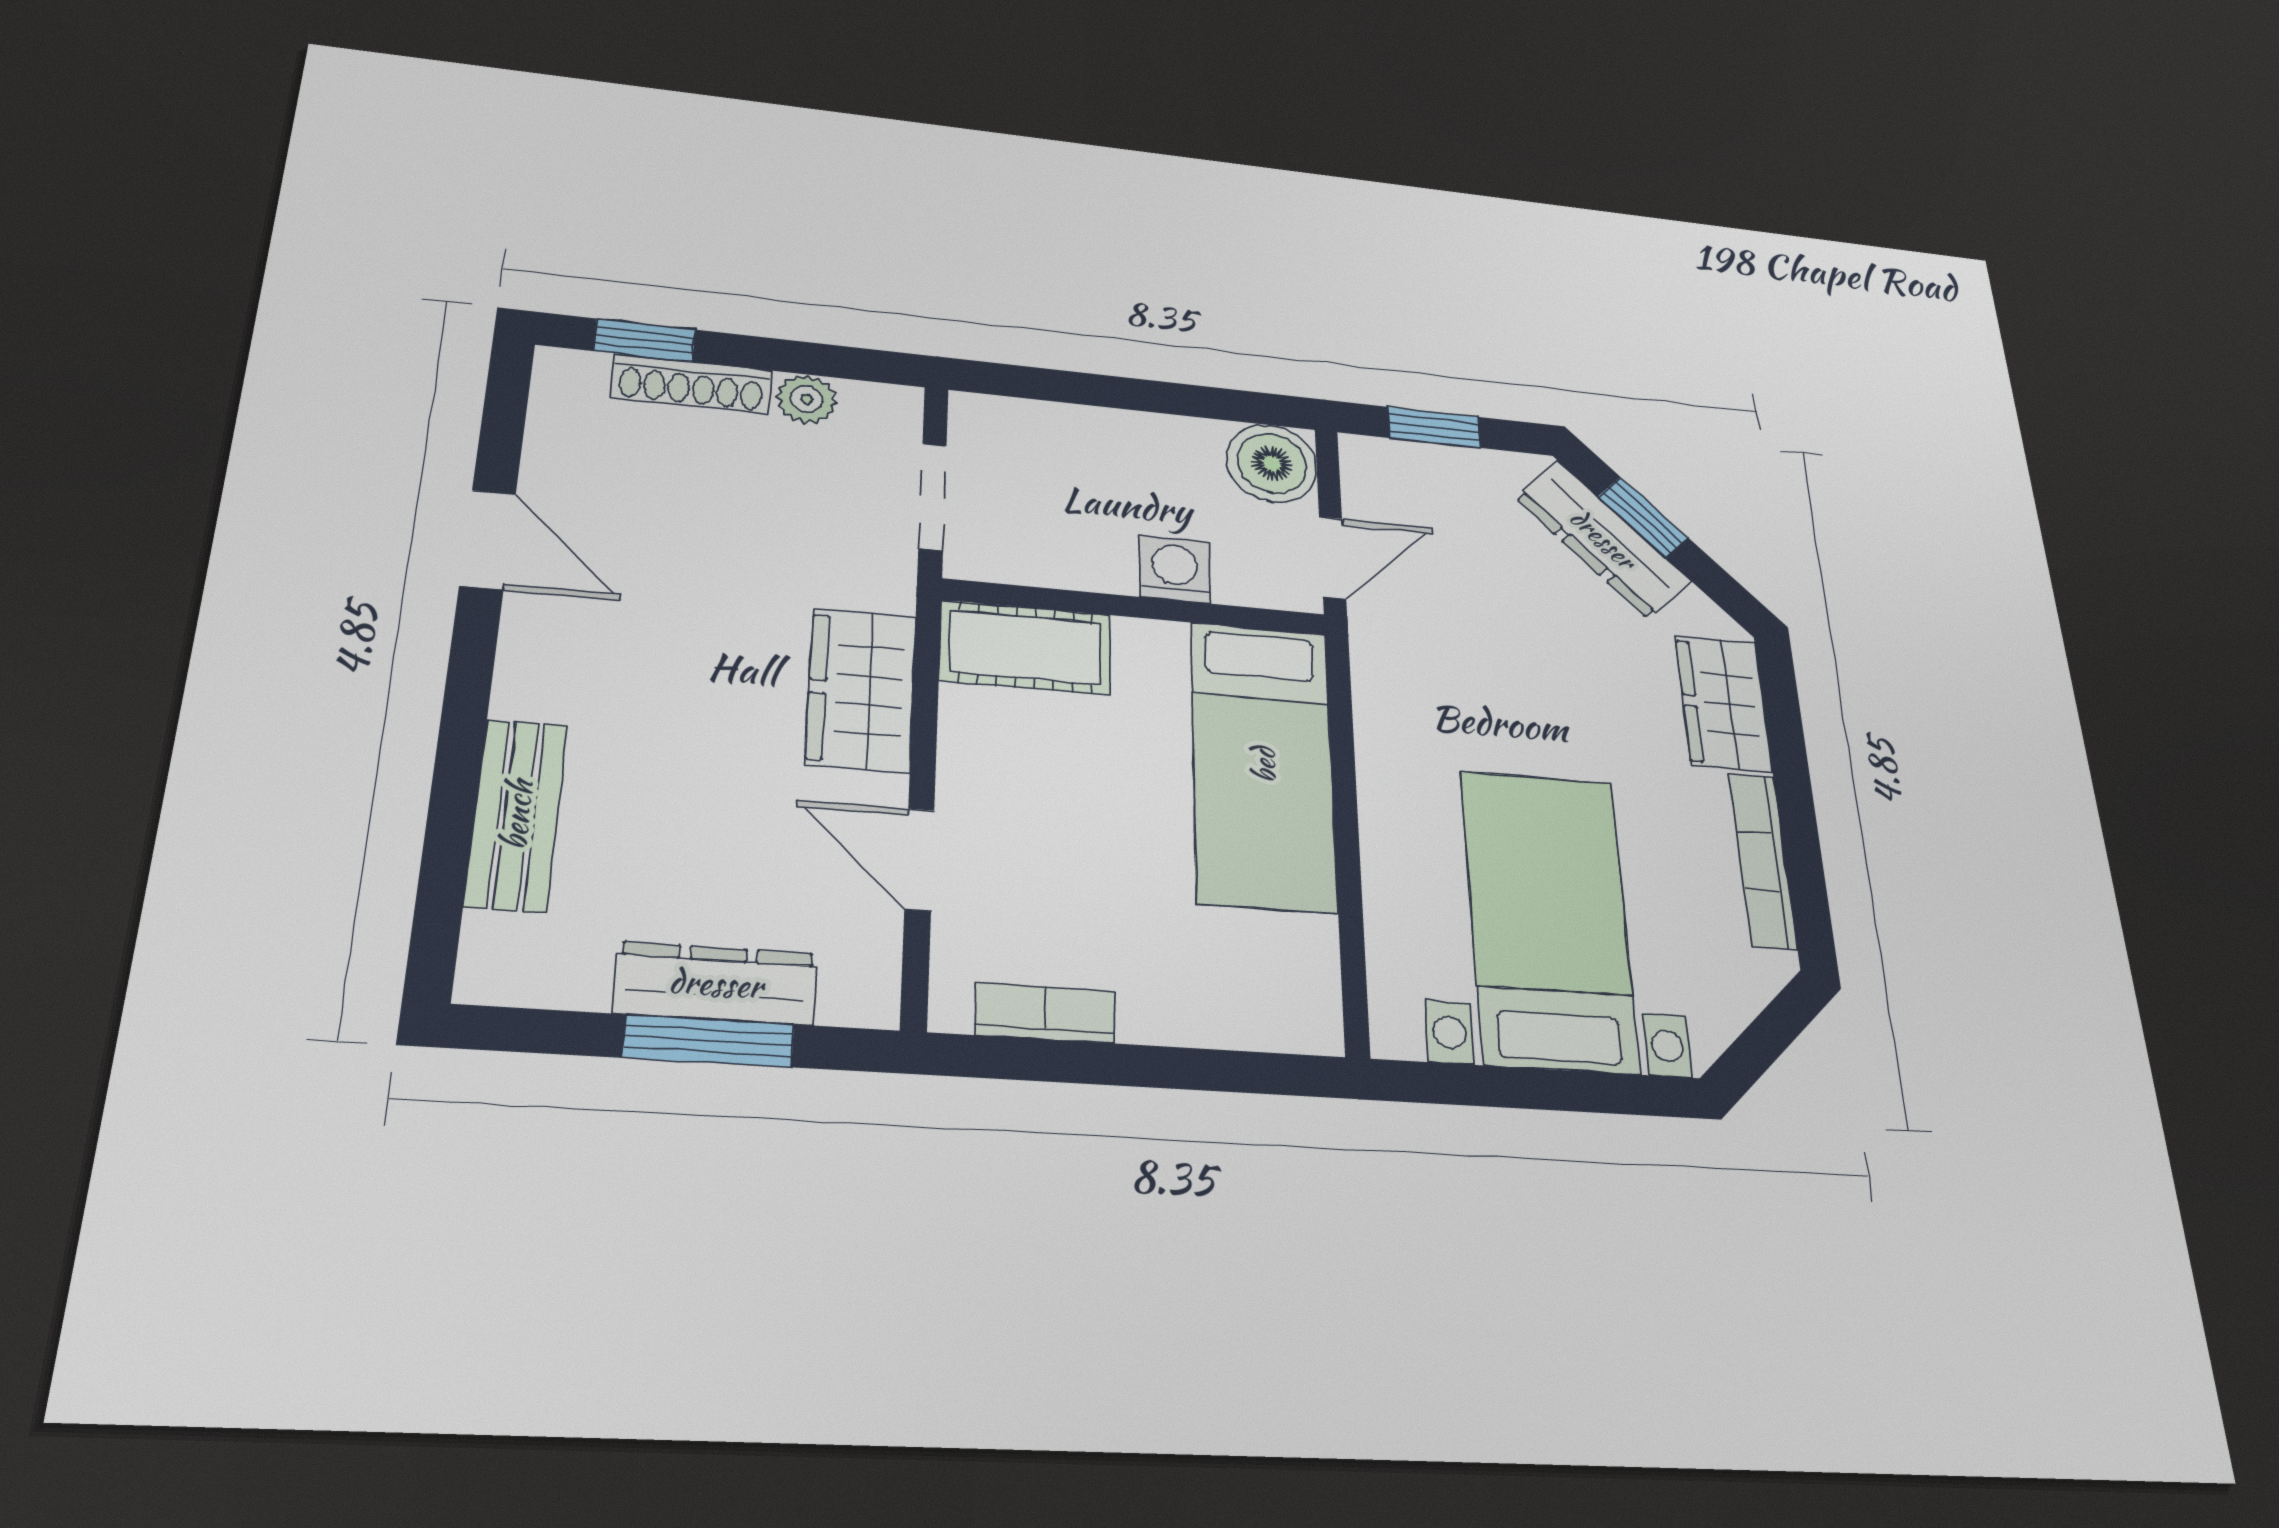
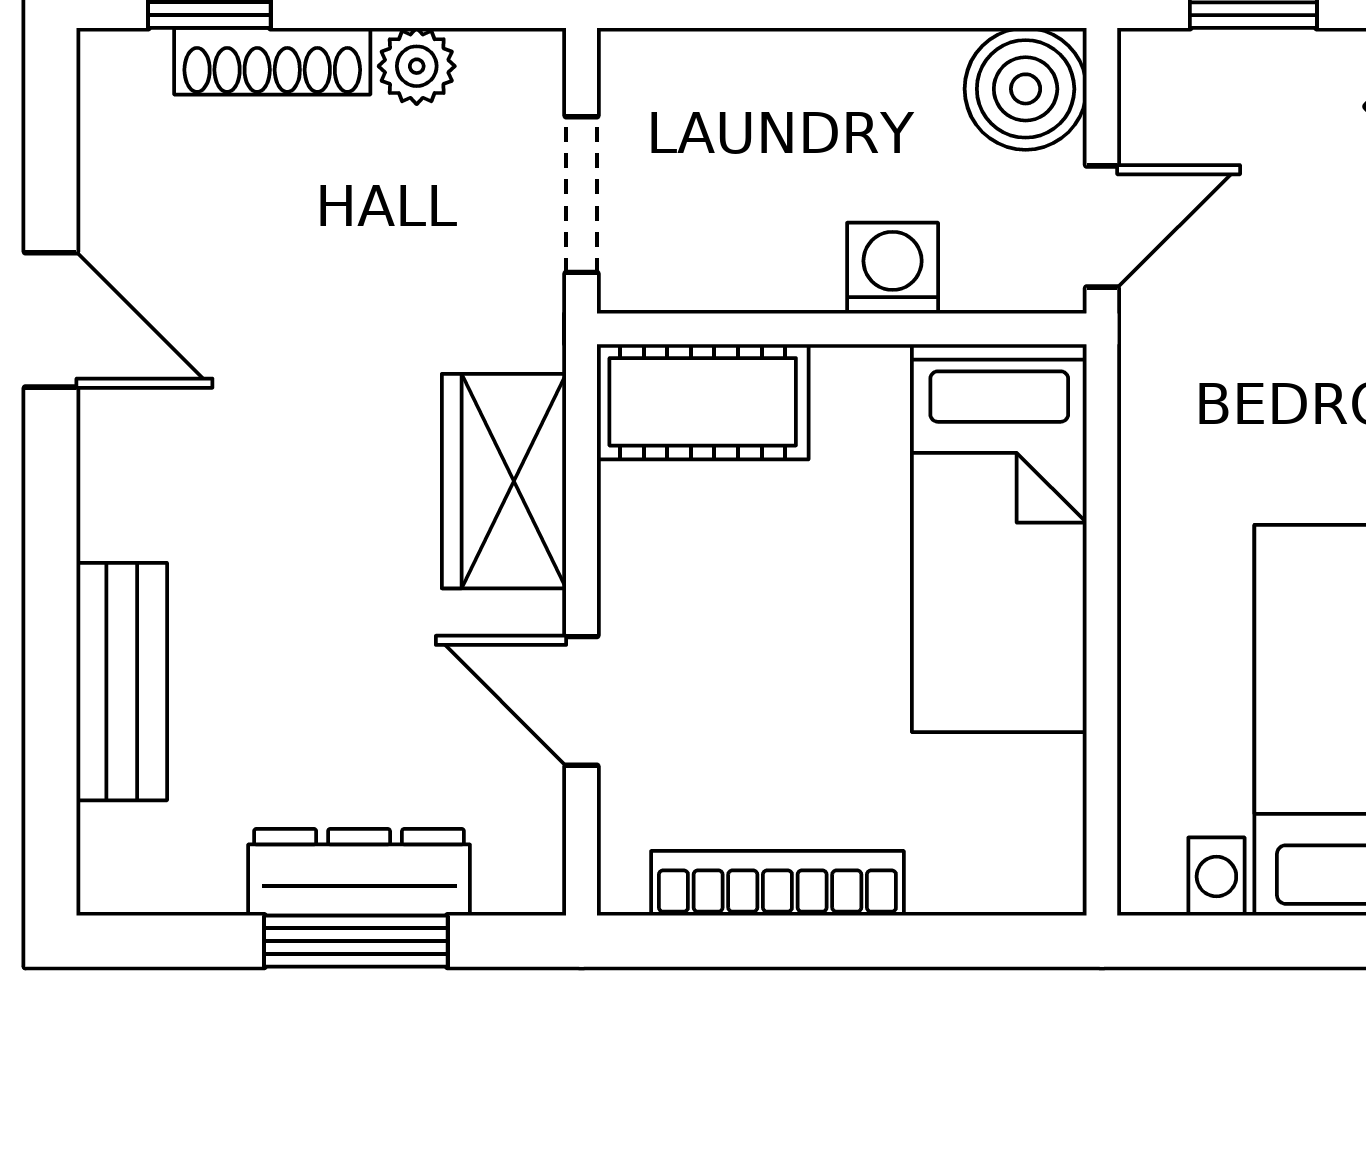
bookcase: (1045, 1013) -> (777, 883), width x1.56

